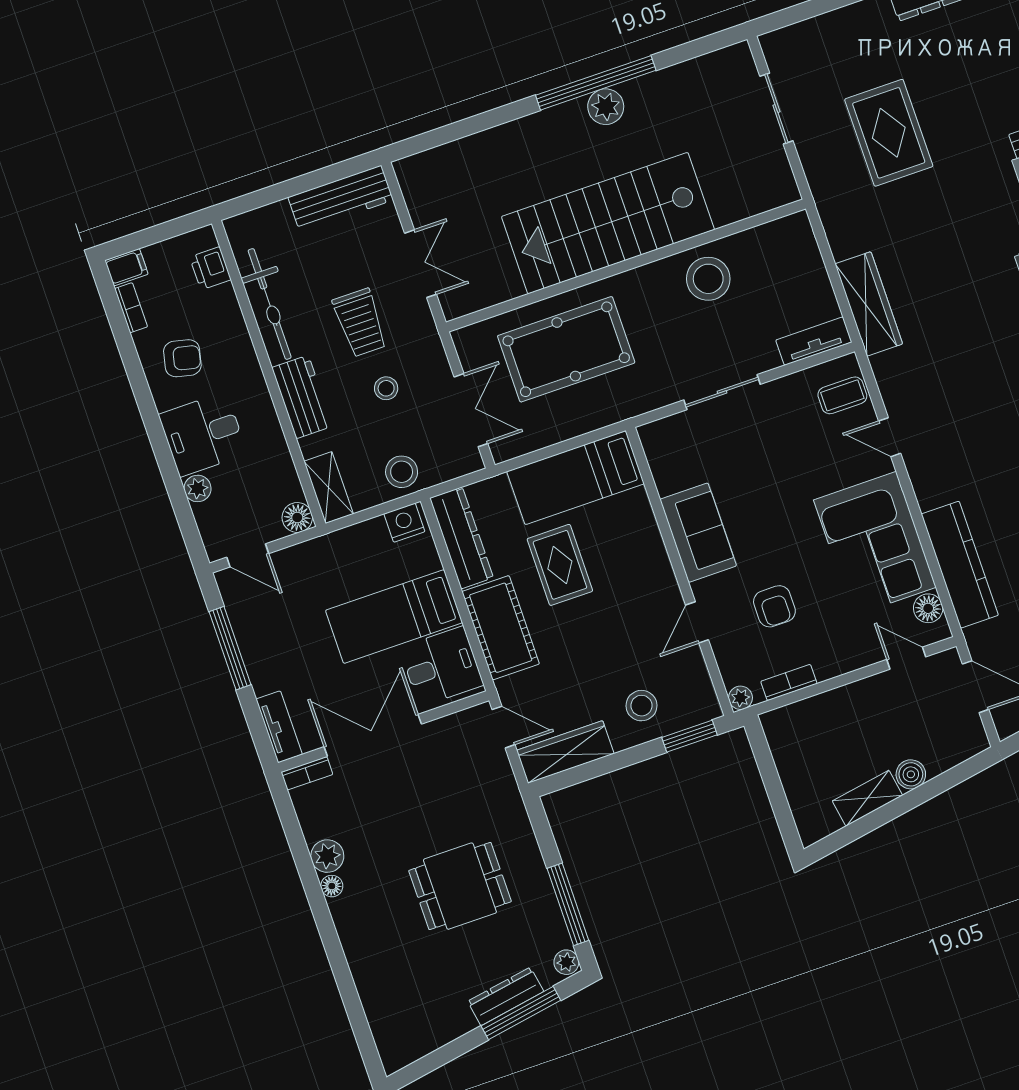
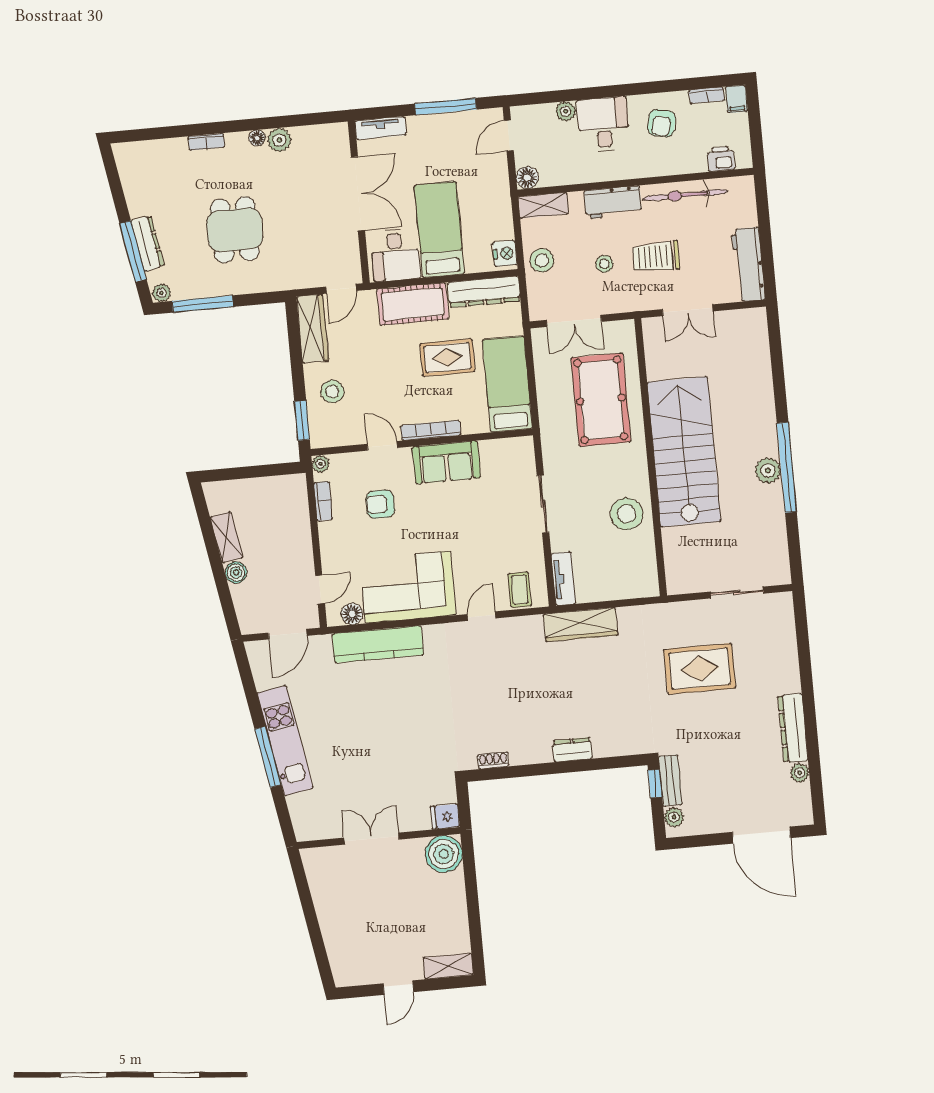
bookcase: (661, 564) -> (431, 430), added
bookcase: (307, 773) -> (206, 142), moved, turned -90

